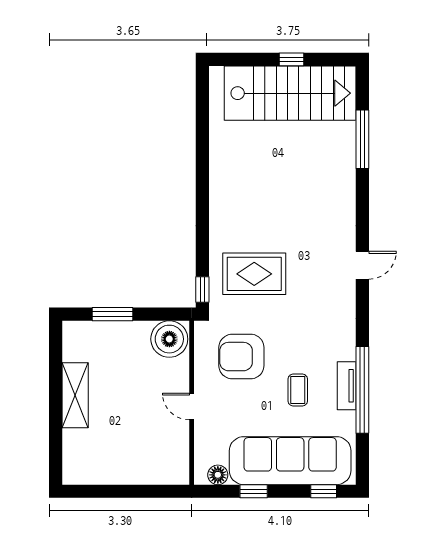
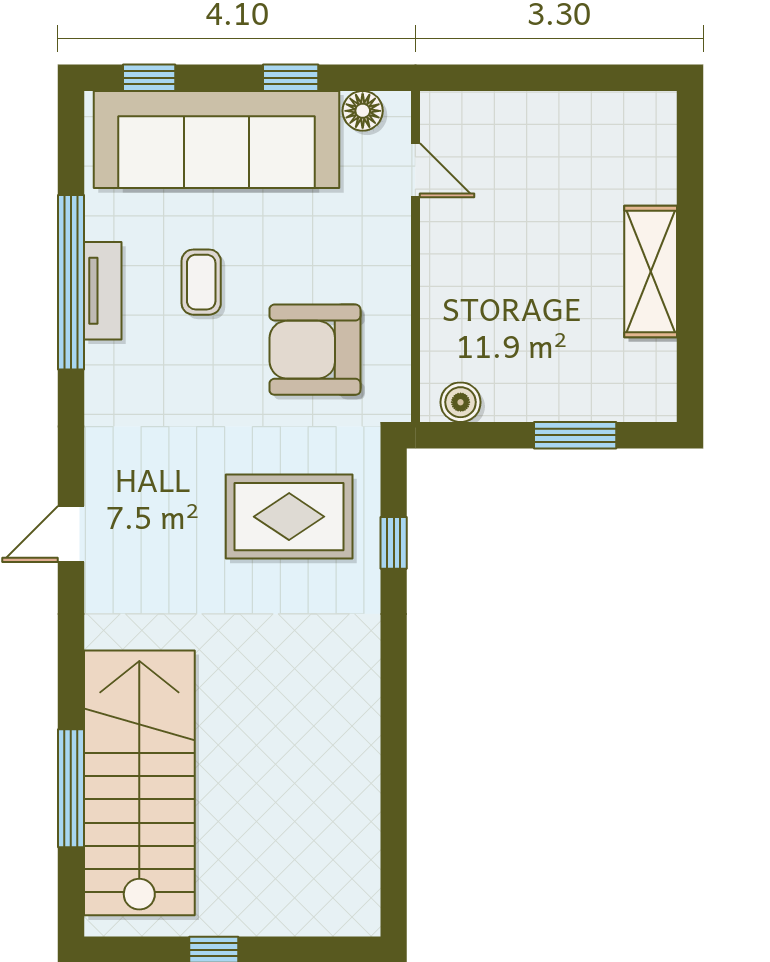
stairs: (290, 93) -> (139, 783), moved, turned 90
window: (202, 289) -> (394, 543), moved
boiler: (169, 339) -> (461, 402), width x0.54, depth x0.54
armchair: (241, 357) -> (315, 350), turned 180
door: (192, 407) -> (415, 170), moved

